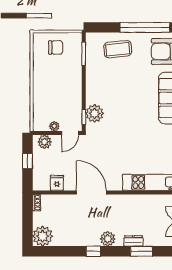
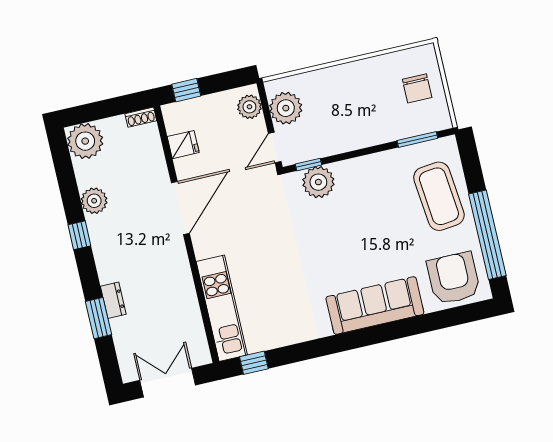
coffee table: (118, 49) -> (439, 196), width x1.36, depth x1.32
plant: (54, 126) -> (286, 108), width x1.88, depth x1.88
door: (70, 133) -> (275, 147), hinge flipped
window: (27, 161) -> (186, 90), moved
plant: (108, 239) -> (94, 201), moved

